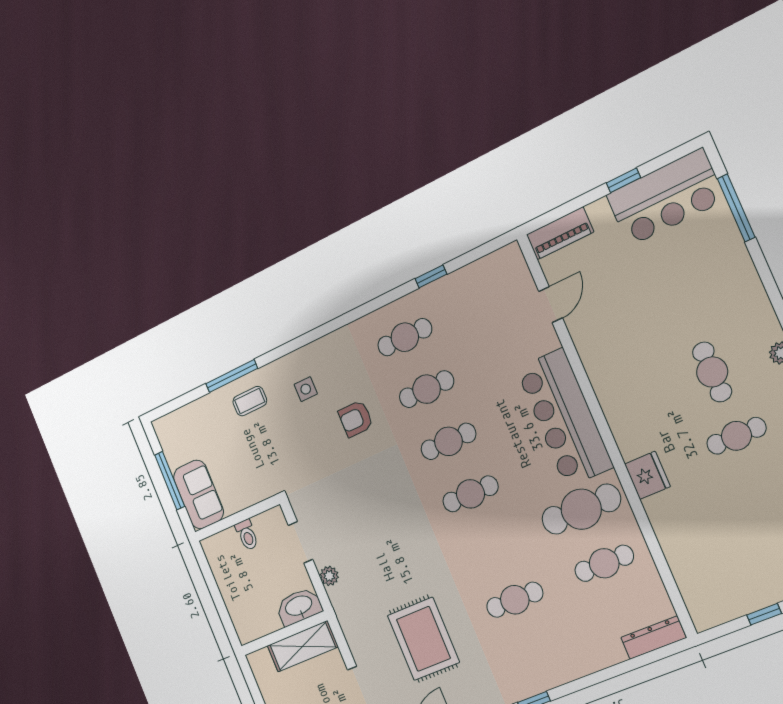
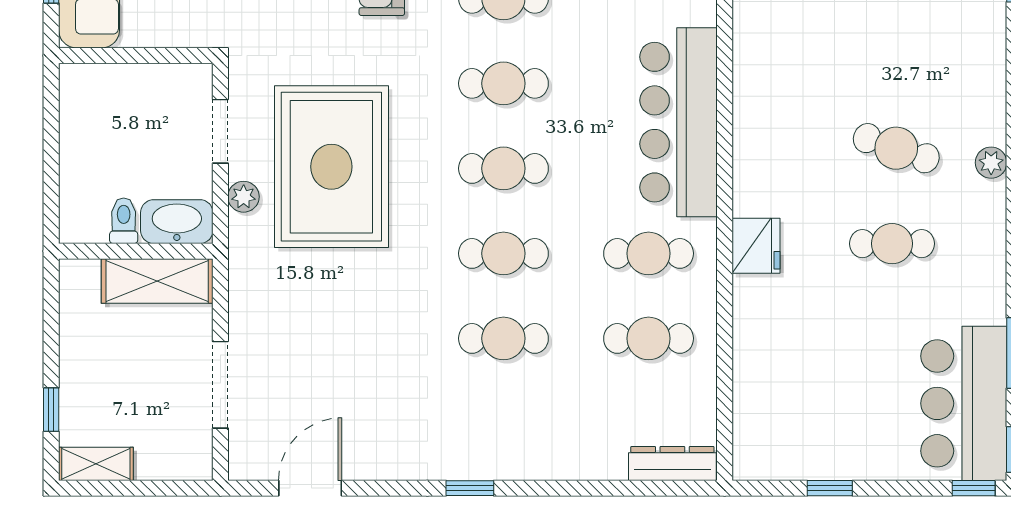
cafe table: (712, 372) -> (896, 148), turned -71
cafe table: (581, 509) -> (649, 253), width x0.73, depth x0.74
toilet: (247, 535) -> (124, 221), moved, turned 180
cafe table: (493, 547) -> (503, 253), added
rug: (423, 639) -> (331, 167), moved, width x1.37, depth x1.44

